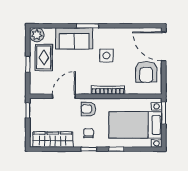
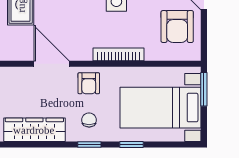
door: (64, 96) -> (51, 64), hinge flipped
armchair: (88, 109) -> (89, 83), turned -90

